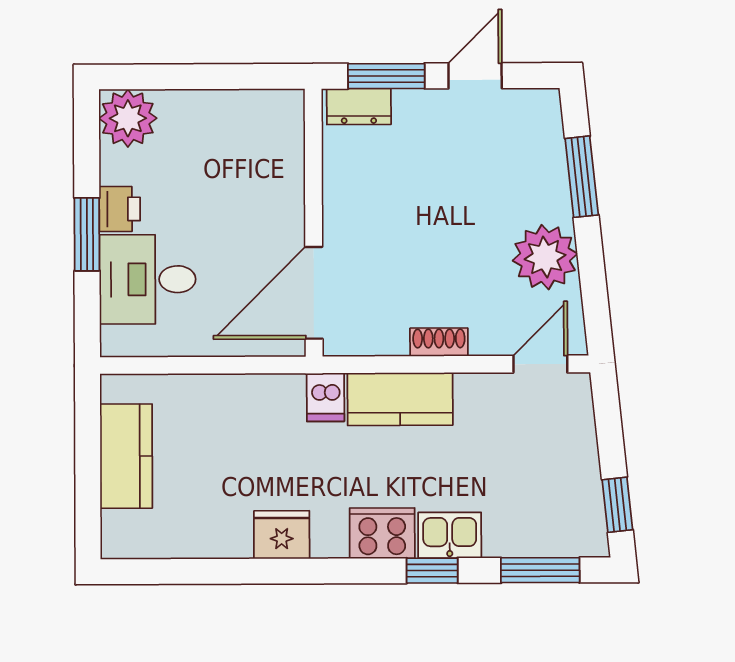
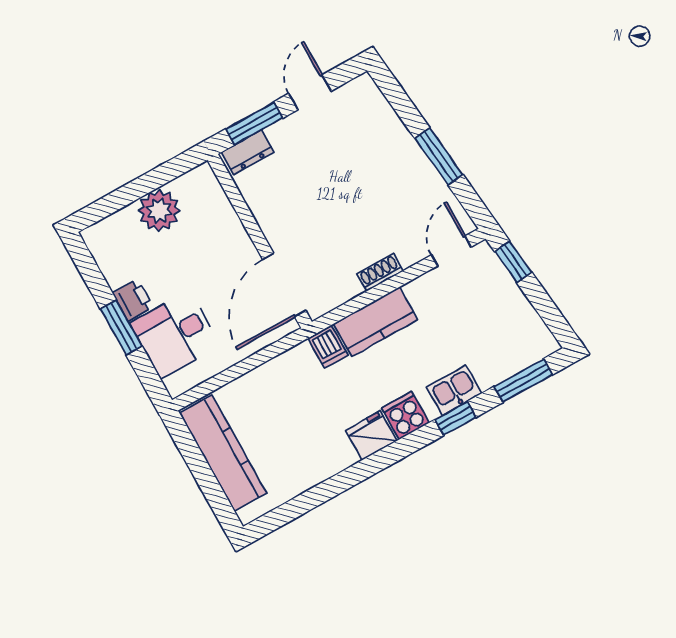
plant: (128, 118) -> (159, 211), moved
window: (582, 177) -> (439, 156), moved
plant: (545, 257) -> (417, 182), removed
kitchen counter: (126, 456) -> (223, 453), width x1.50
window: (617, 505) -> (513, 262), moved
cooker: (382, 533) -> (406, 415), width x0.73
fridge: (282, 535) -> (371, 435), moved

